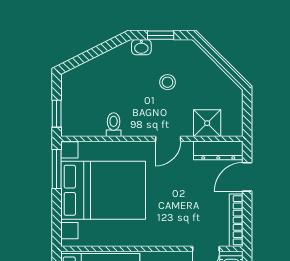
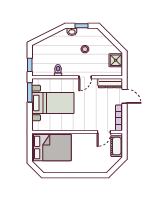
shower: (207, 123) -> (116, 60), moved
door: (247, 177) -> (124, 96), swing flipped
bed with nightstands: (103, 190) -> (53, 103), width x0.73

